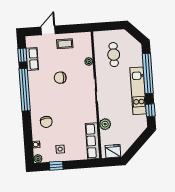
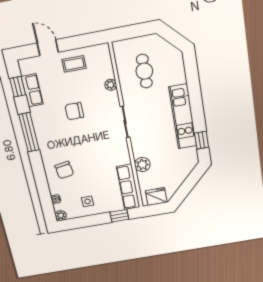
door: (48, 30) -> (48, 48), hinge flipped
window: (148, 73) -> (194, 92), removed
window: (25, 90) -> (29, 132), width x0.68
window: (56, 166) -> (119, 216), moved

